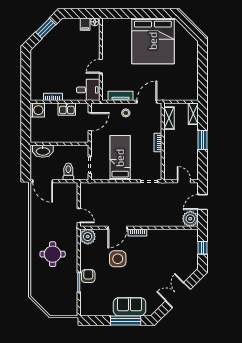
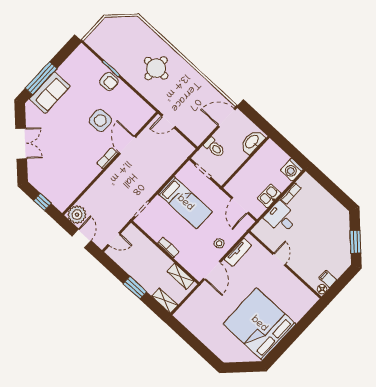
desk: (88, 90) -> (281, 218), moved, turned 90
plant: (88, 237) -> (143, 112), removed

